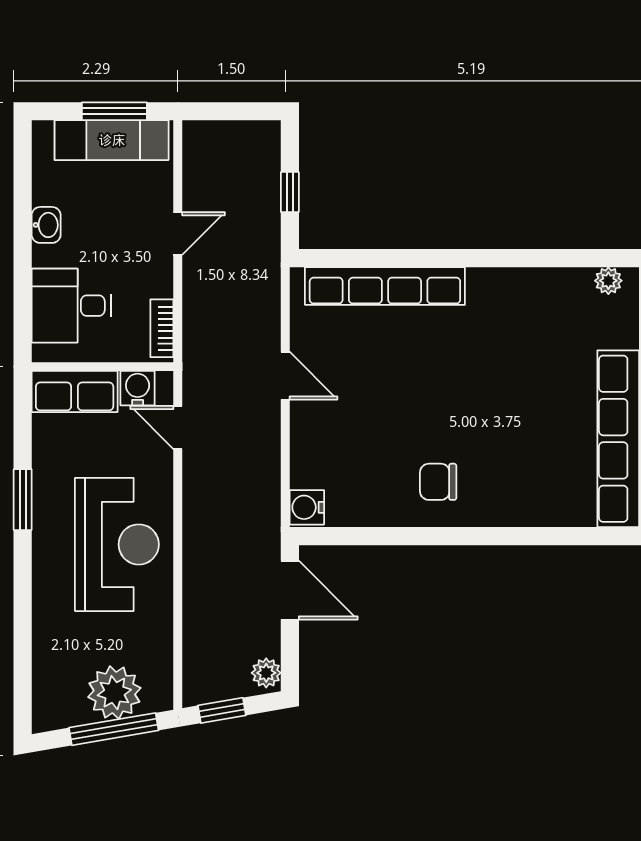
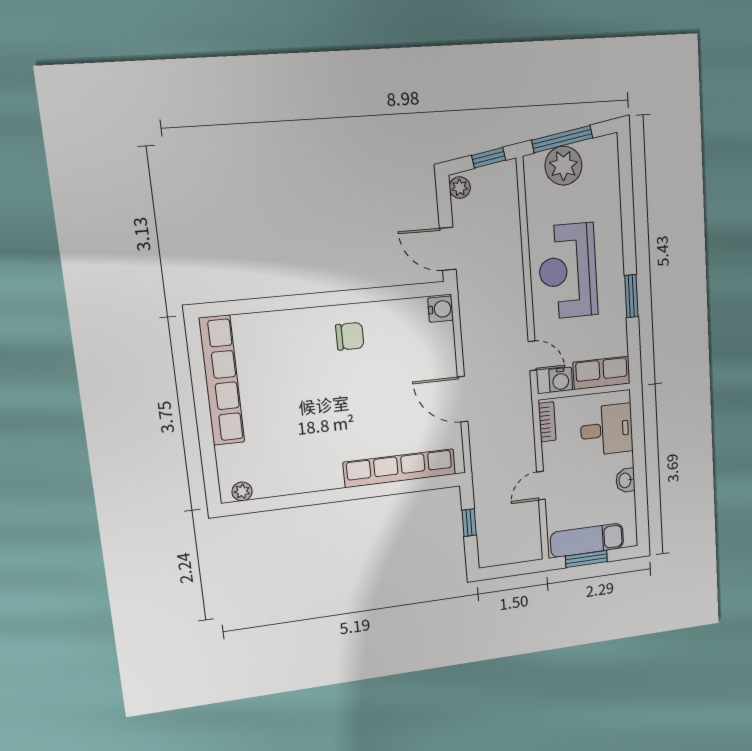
door: (285, 376) -> (463, 399), width x1.38

